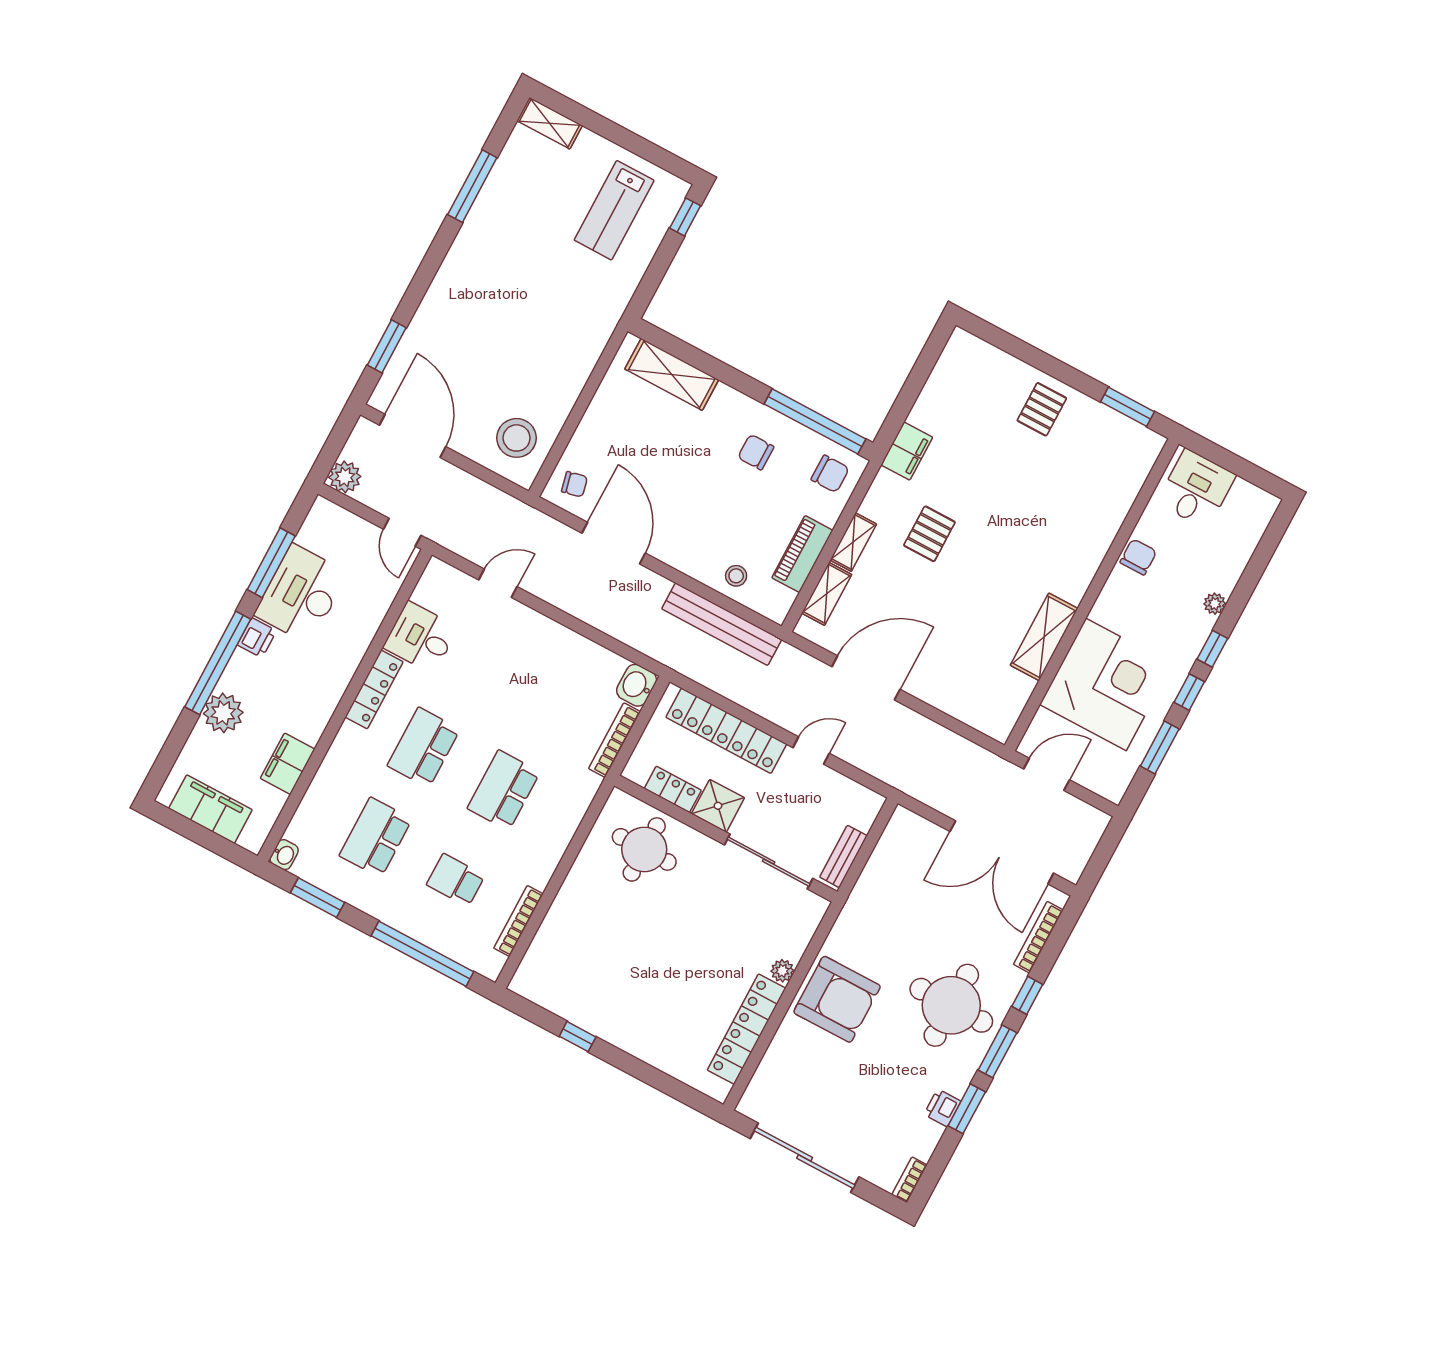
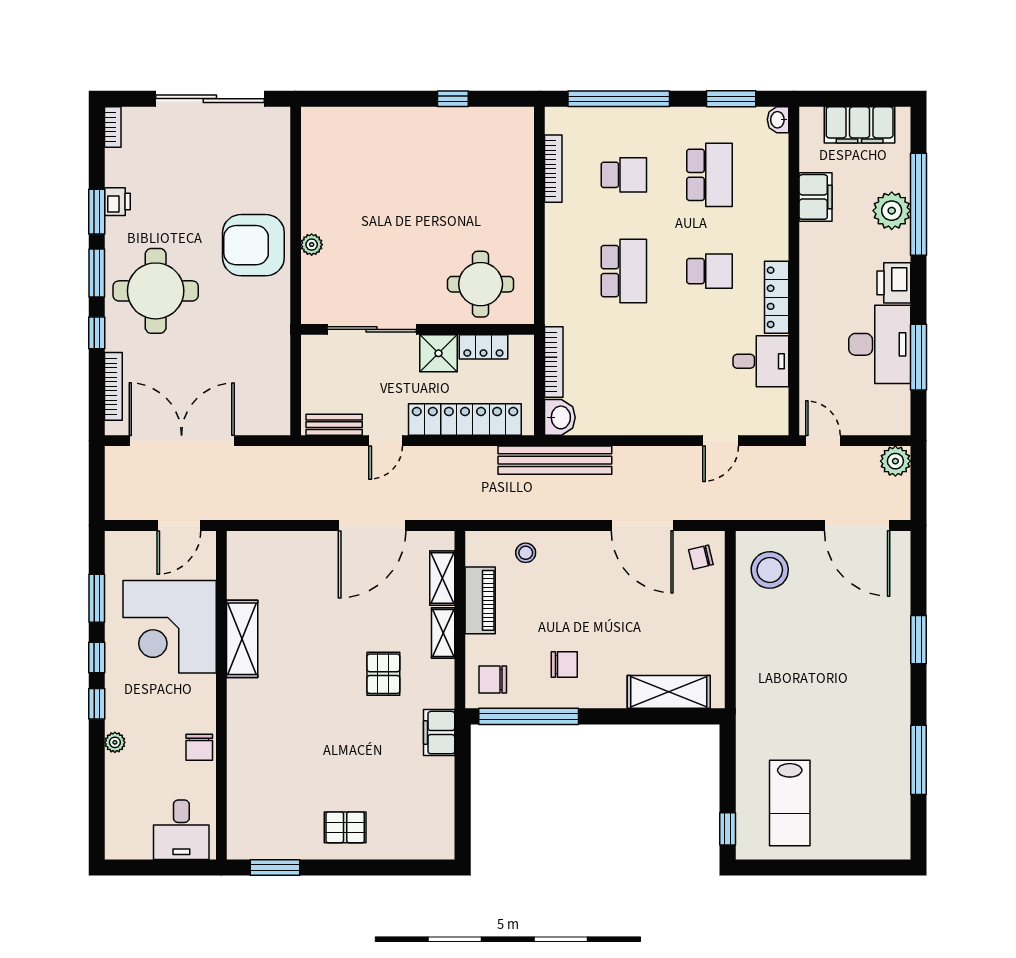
shelving: (550, 123) -> (882, 847), removed
lab bench: (614, 210) -> (790, 803), turned 180
window: (387, 346) -> (918, 640), moved
pallet: (1042, 409) -> (345, 827), turned 90
bench: (722, 624) -> (555, 460), moved
printer: (257, 638) -> (894, 283), width x1.36, depth x1.24
window: (218, 663) -> (918, 204), moved
school desk: (424, 747) -> (709, 271), width x0.54
bench: (843, 856) -> (334, 425), moved, turned 90
locker: (747, 1029) -> (315, 180), removed

